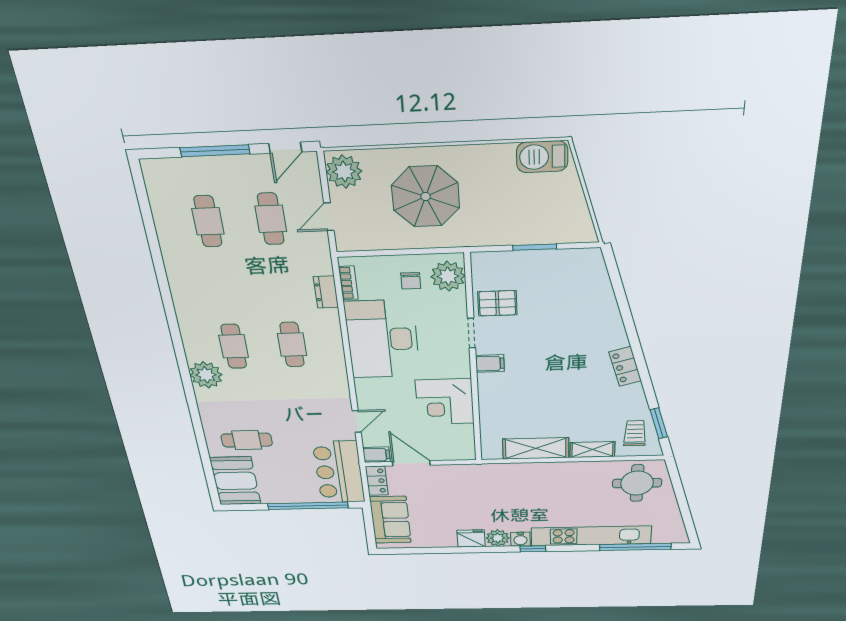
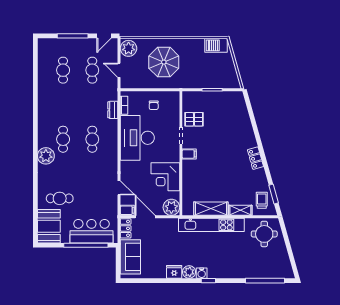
door: (329, 217) -> (119, 70), hinge flipped
plant: (448, 276) -> (171, 207), moved
door: (357, 421) -> (119, 188), hinge flipped
bar counter: (339, 472) -> (91, 231), moved, turned 90
kitchen unit: (591, 536) -> (211, 225), moved, turned 180

